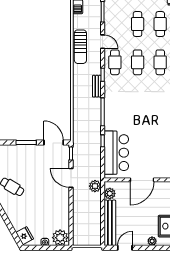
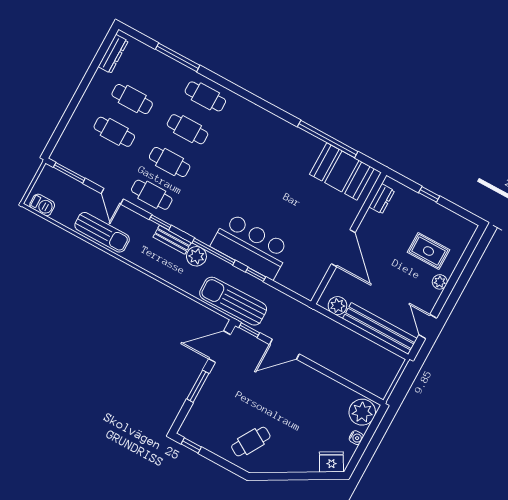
door: (103, 42) -> (112, 196), swing flipped
sun lounger: (82, 137) -> (233, 301), added
bar counter: (116, 153) -> (251, 246), moved
plant: (95, 186) -> (196, 256), moved

